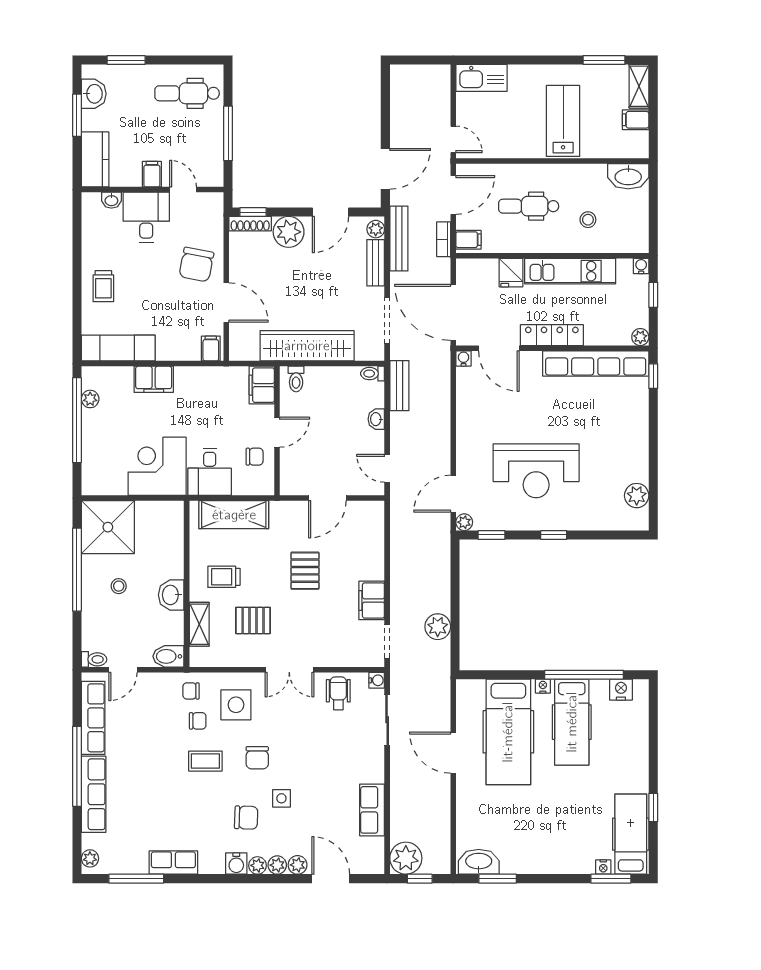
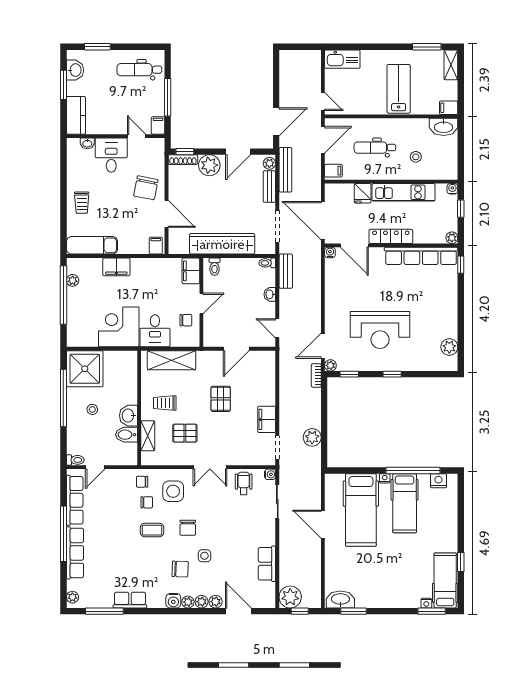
filing cabinet: (636, 120) -> (449, 108), moved
filing cabinet: (152, 174) -> (158, 125), moved
bookcase: (444, 239) -> (316, 375), moved
bidet: (168, 656) -> (127, 435), moved

